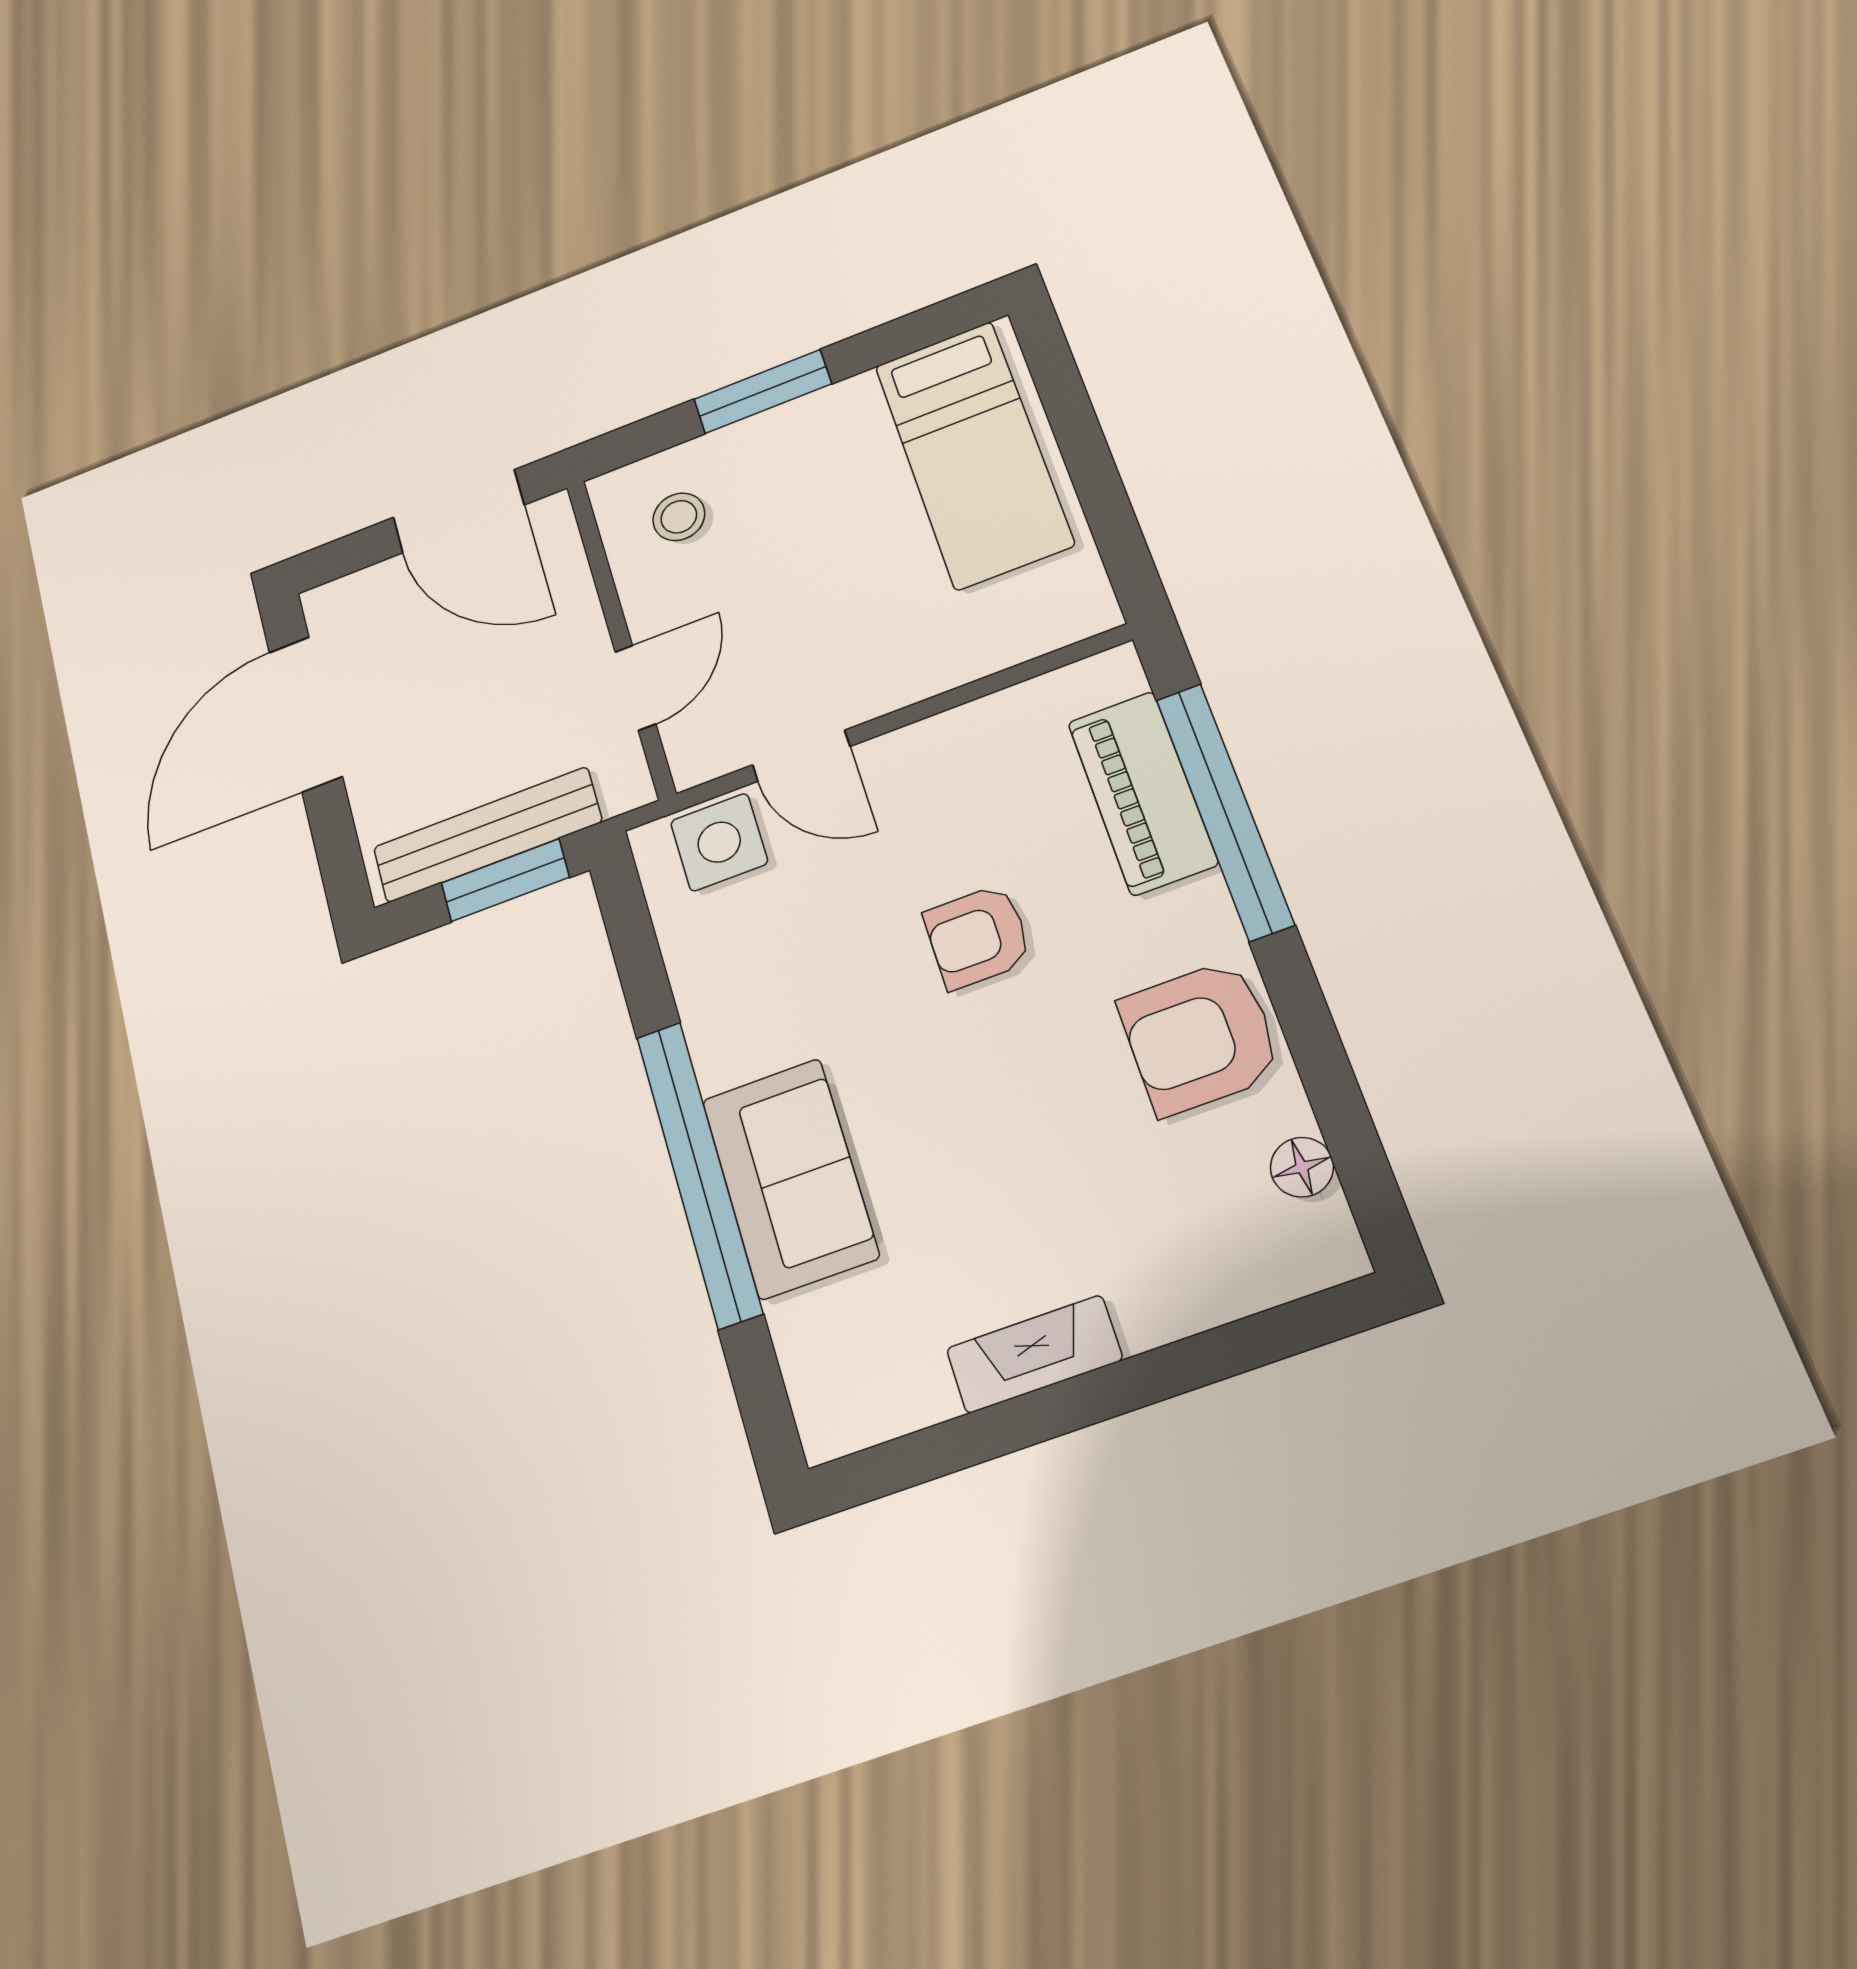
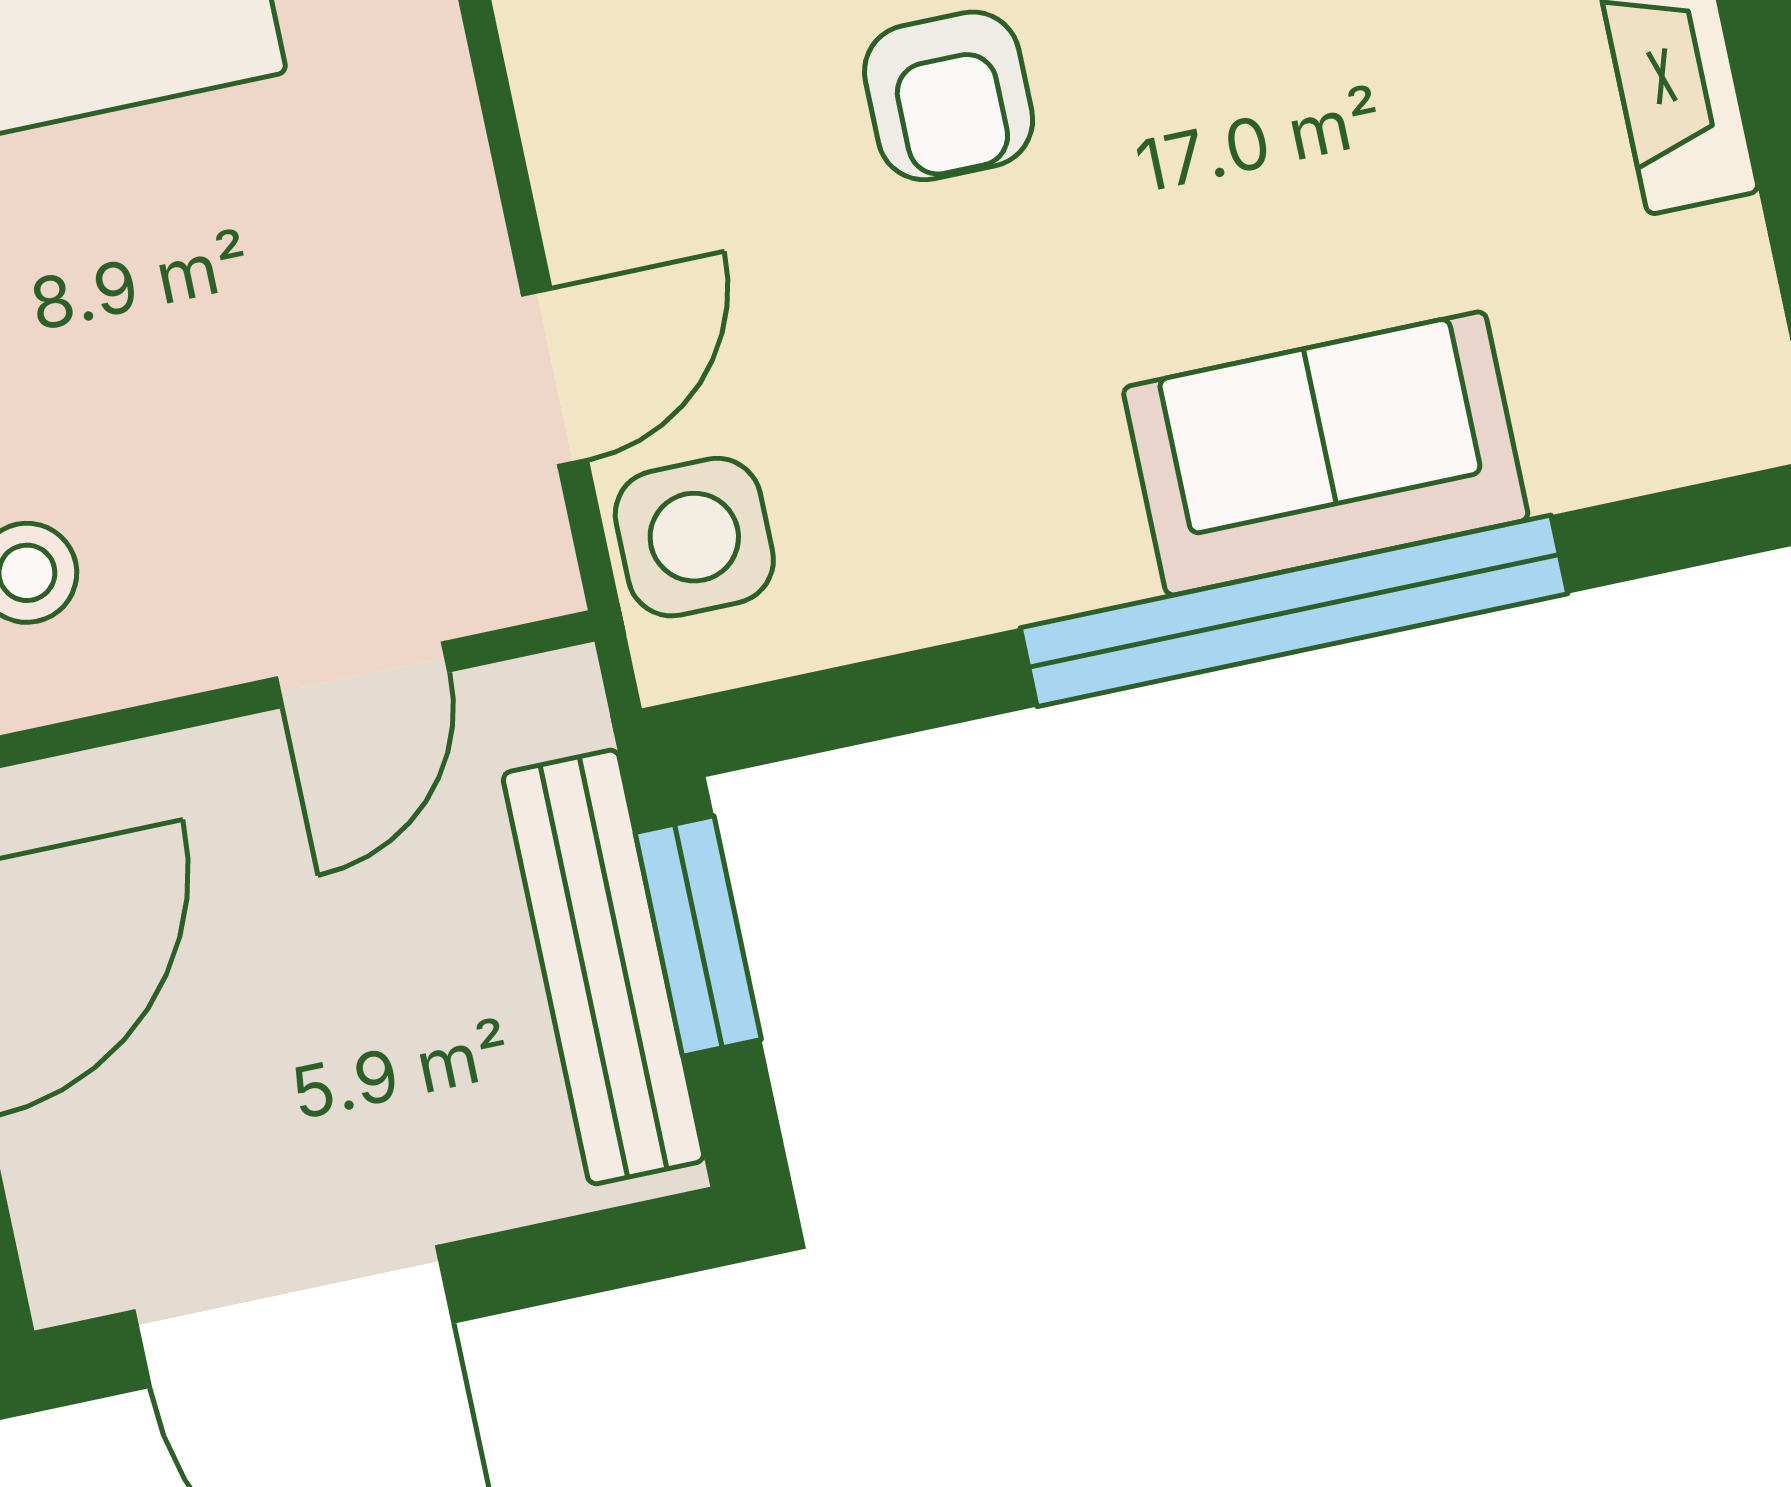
door: (635, 688) -> (363, 675), swing flipped

